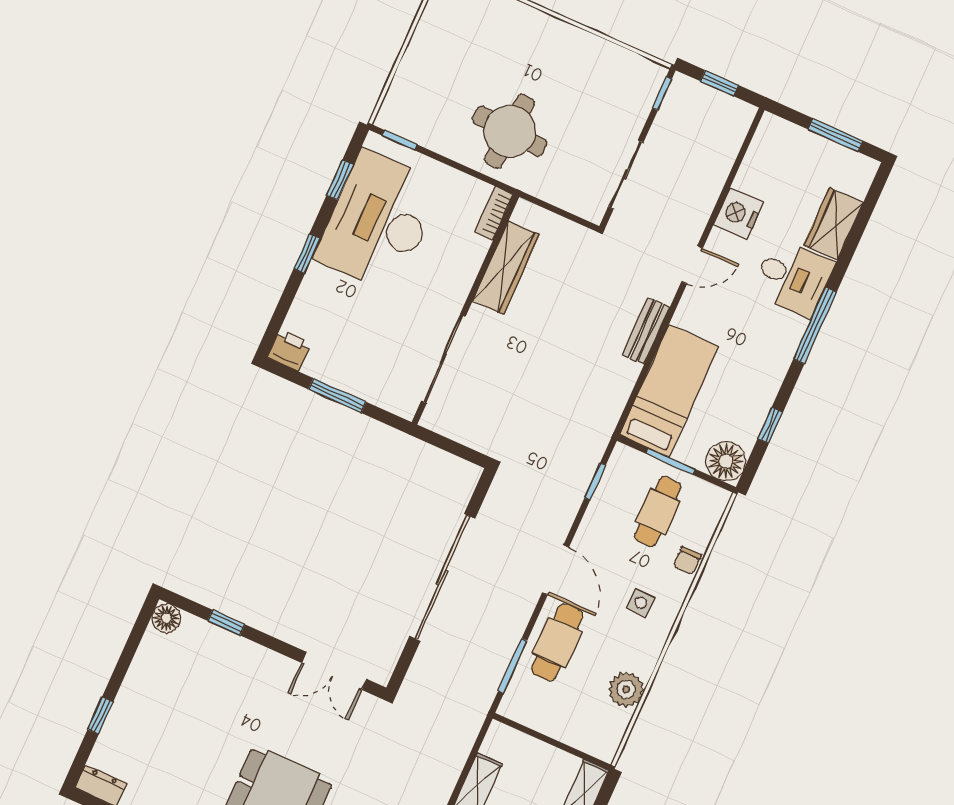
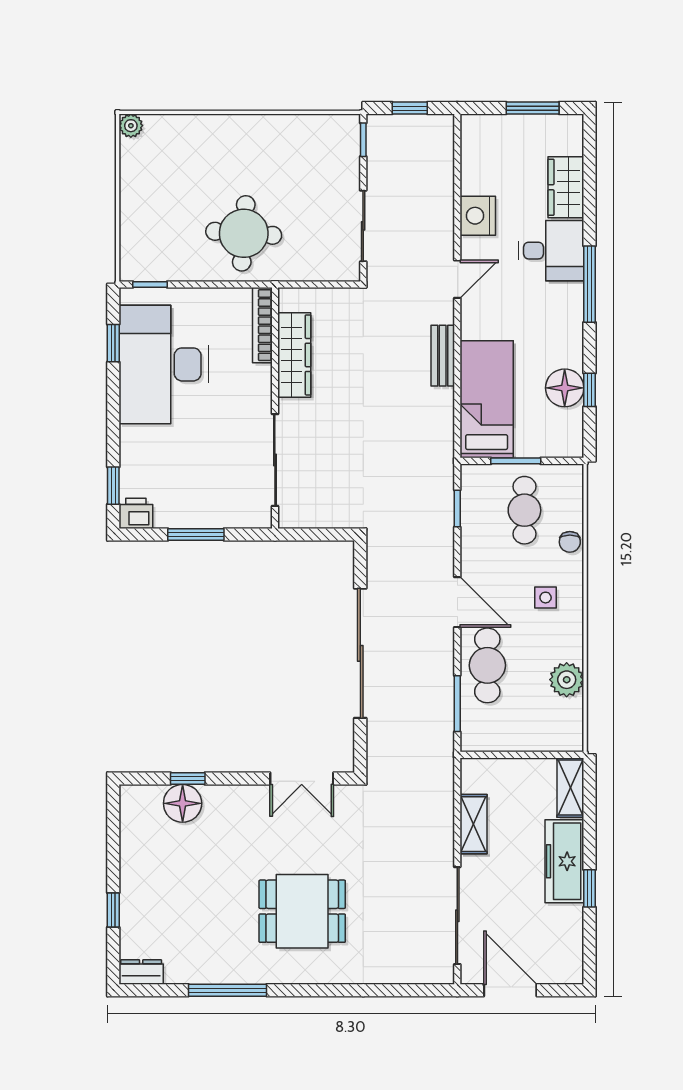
bookcase: (494, 213) -> (262, 325), width x1.56
window: (307, 254) -> (113, 486), moved
floor lamp: (726, 461) -> (565, 388), moved
floor lamp: (166, 618) -> (183, 803), moved, width x1.38, depth x1.38

